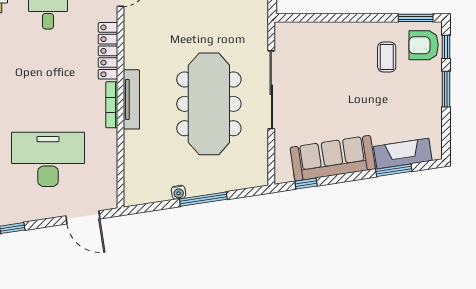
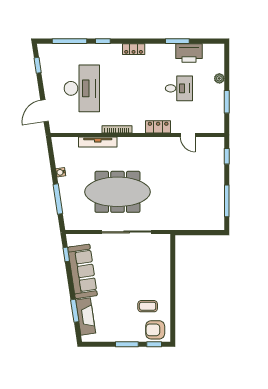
window: (416, 18) -> (173, 325), removed
armchair: (424, 45) -> (155, 330), turned -90
locker: (108, 51) -> (158, 127), width x0.66
tv unit: (131, 99) -> (98, 142), moved
window: (203, 199) -> (58, 199), moved

